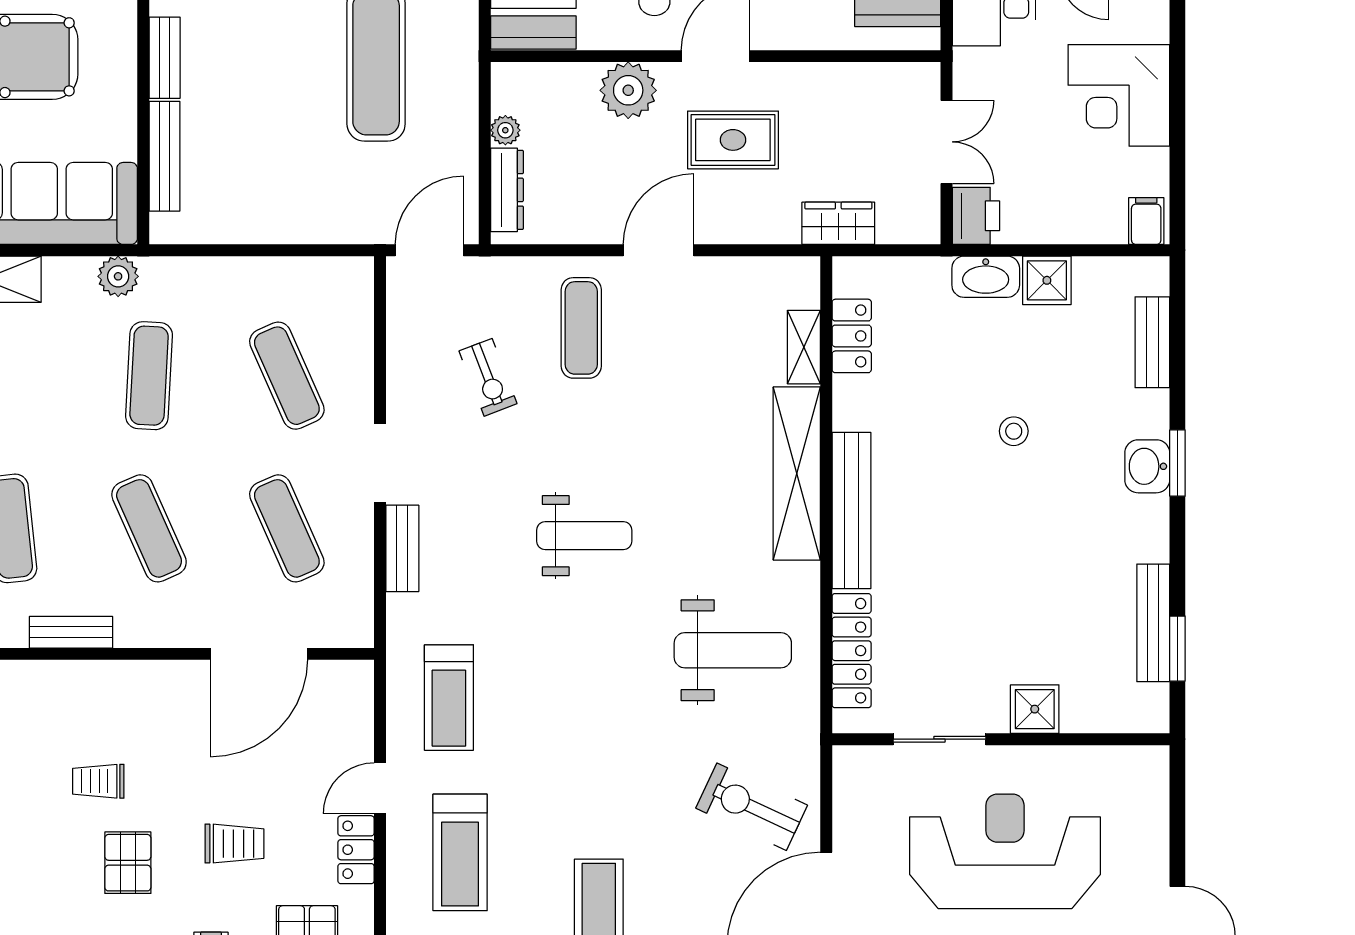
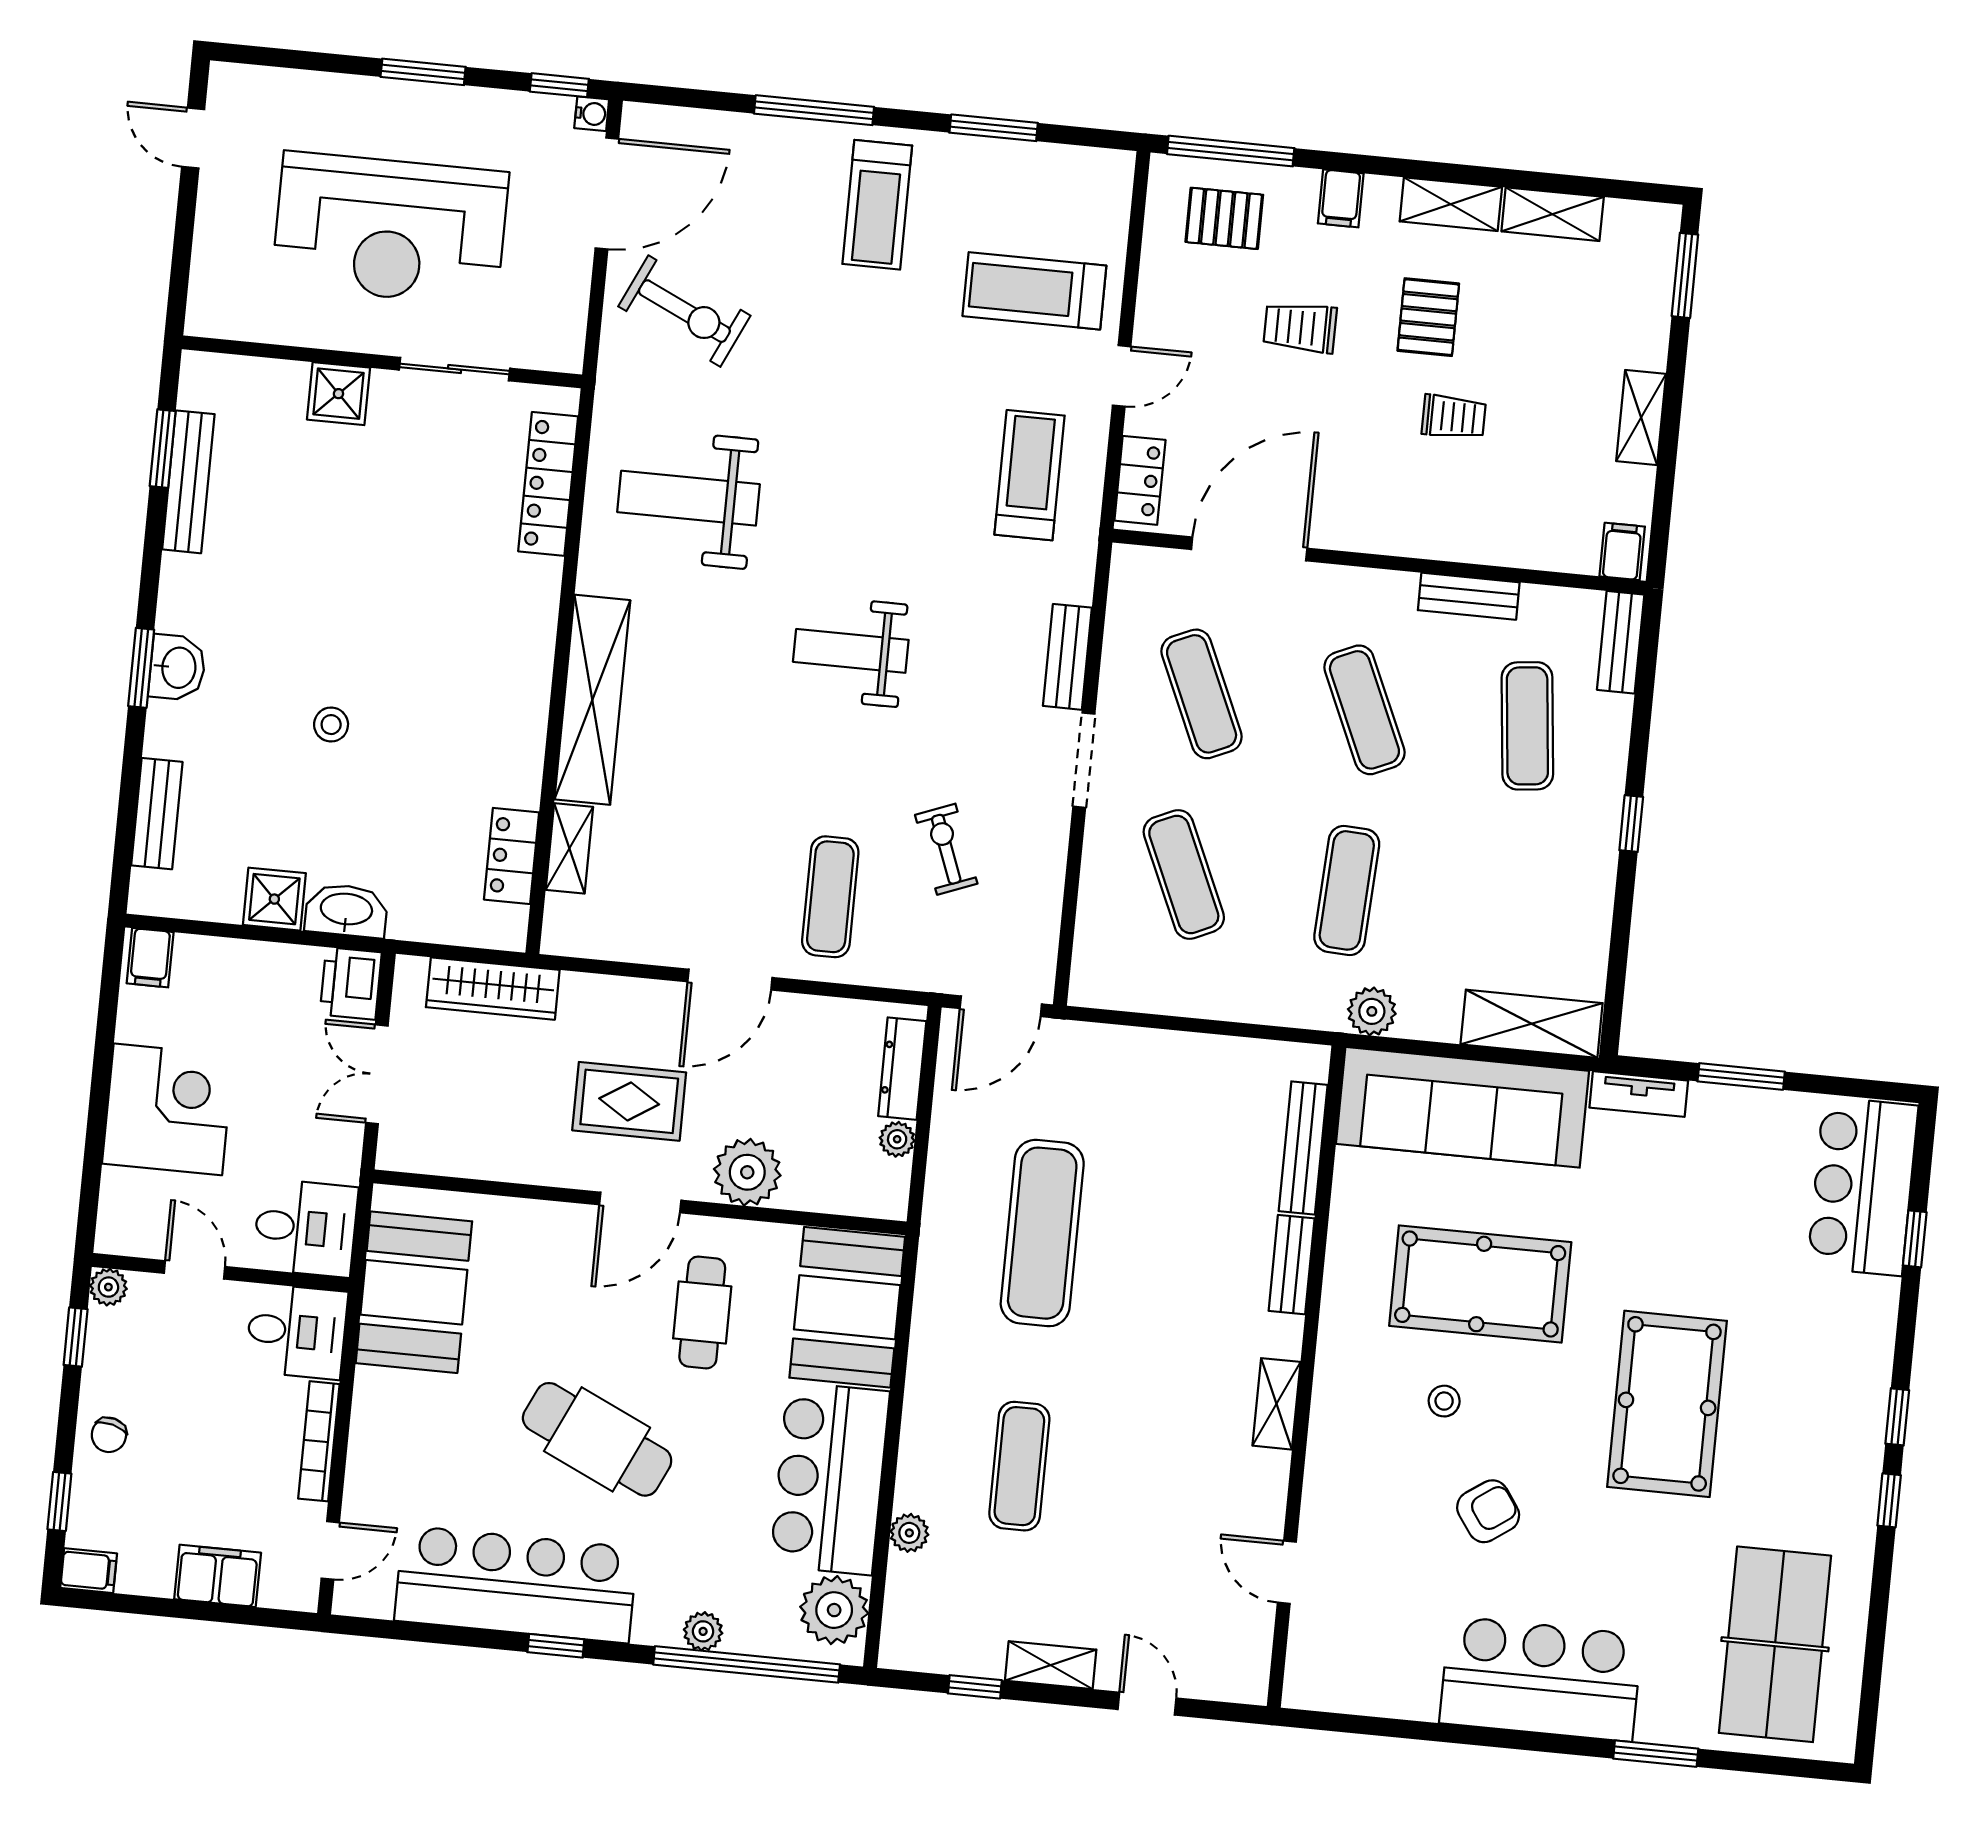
wardrobe: (838, 223) -> (493, 989), width x1.50
bench: (852, 511) -> (532, 650), removed
locker: (356, 850) -> (1140, 480), moved
treadmill: (460, 852) -> (1034, 291), turned -90

